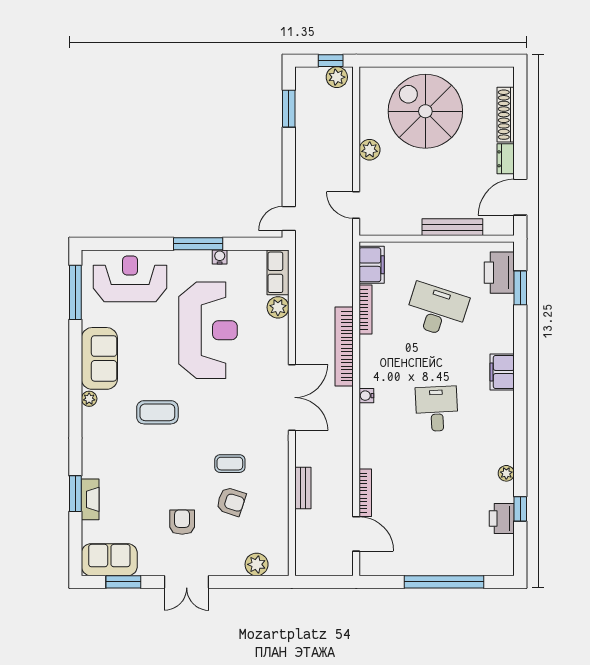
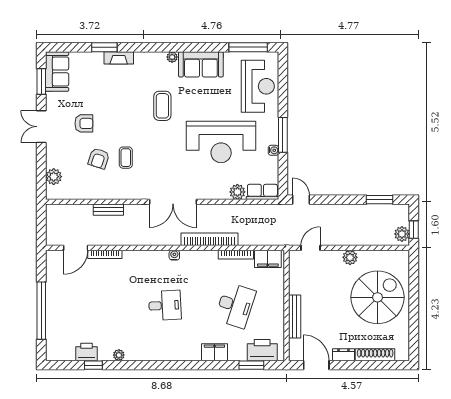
filing cabinet: (502, 372) -> (214, 352), moved
fireplace: (90, 499) -> (119, 58), moved

